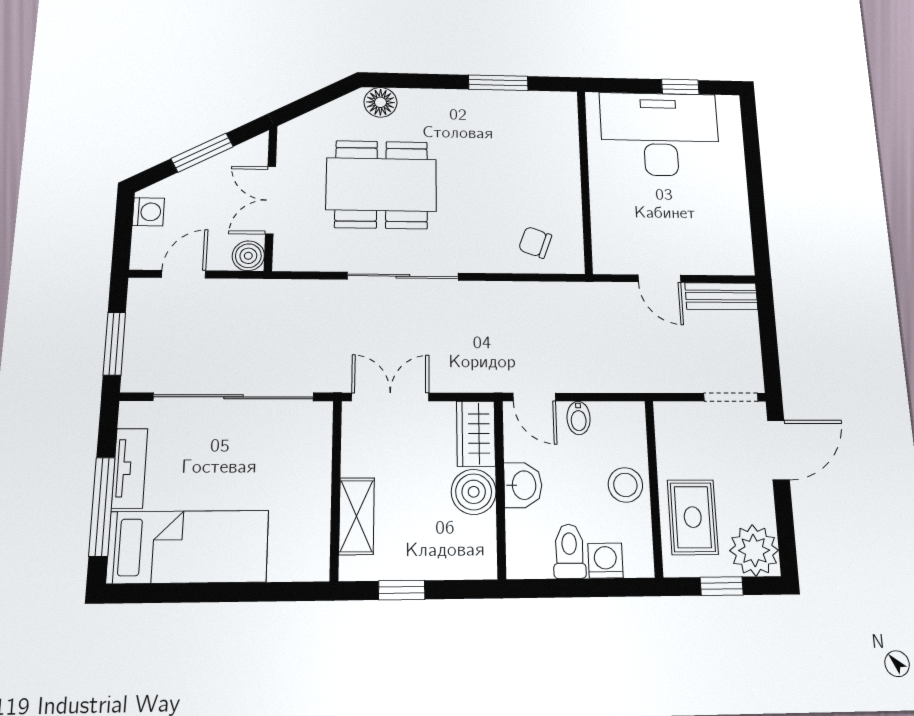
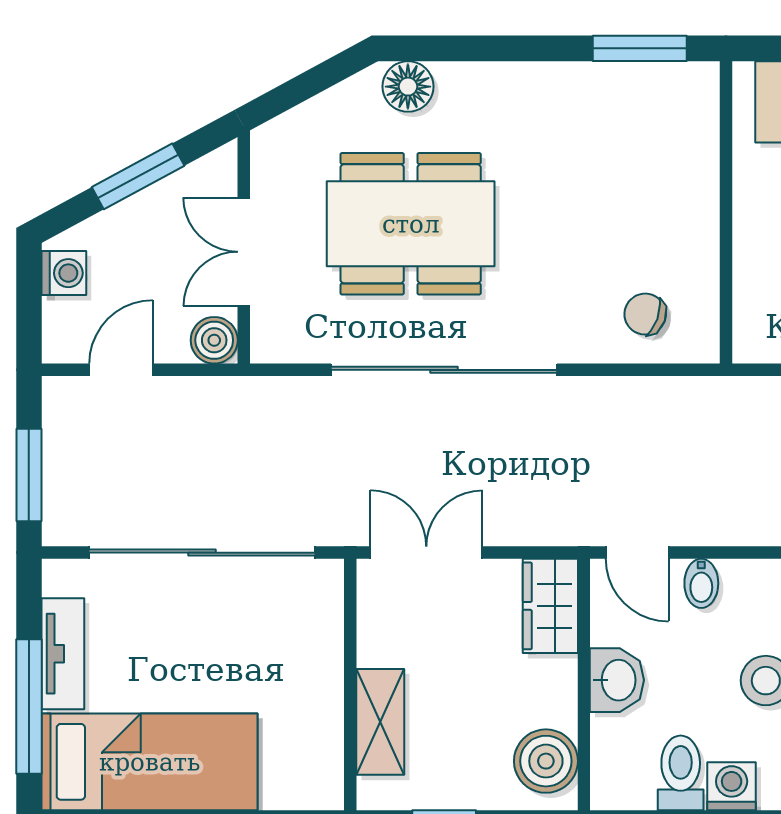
window: (498, 83) -> (640, 48), moved
sliding door: (403, 276) -> (444, 370), width x1.36
boiler: (474, 492) -> (546, 761), moved

